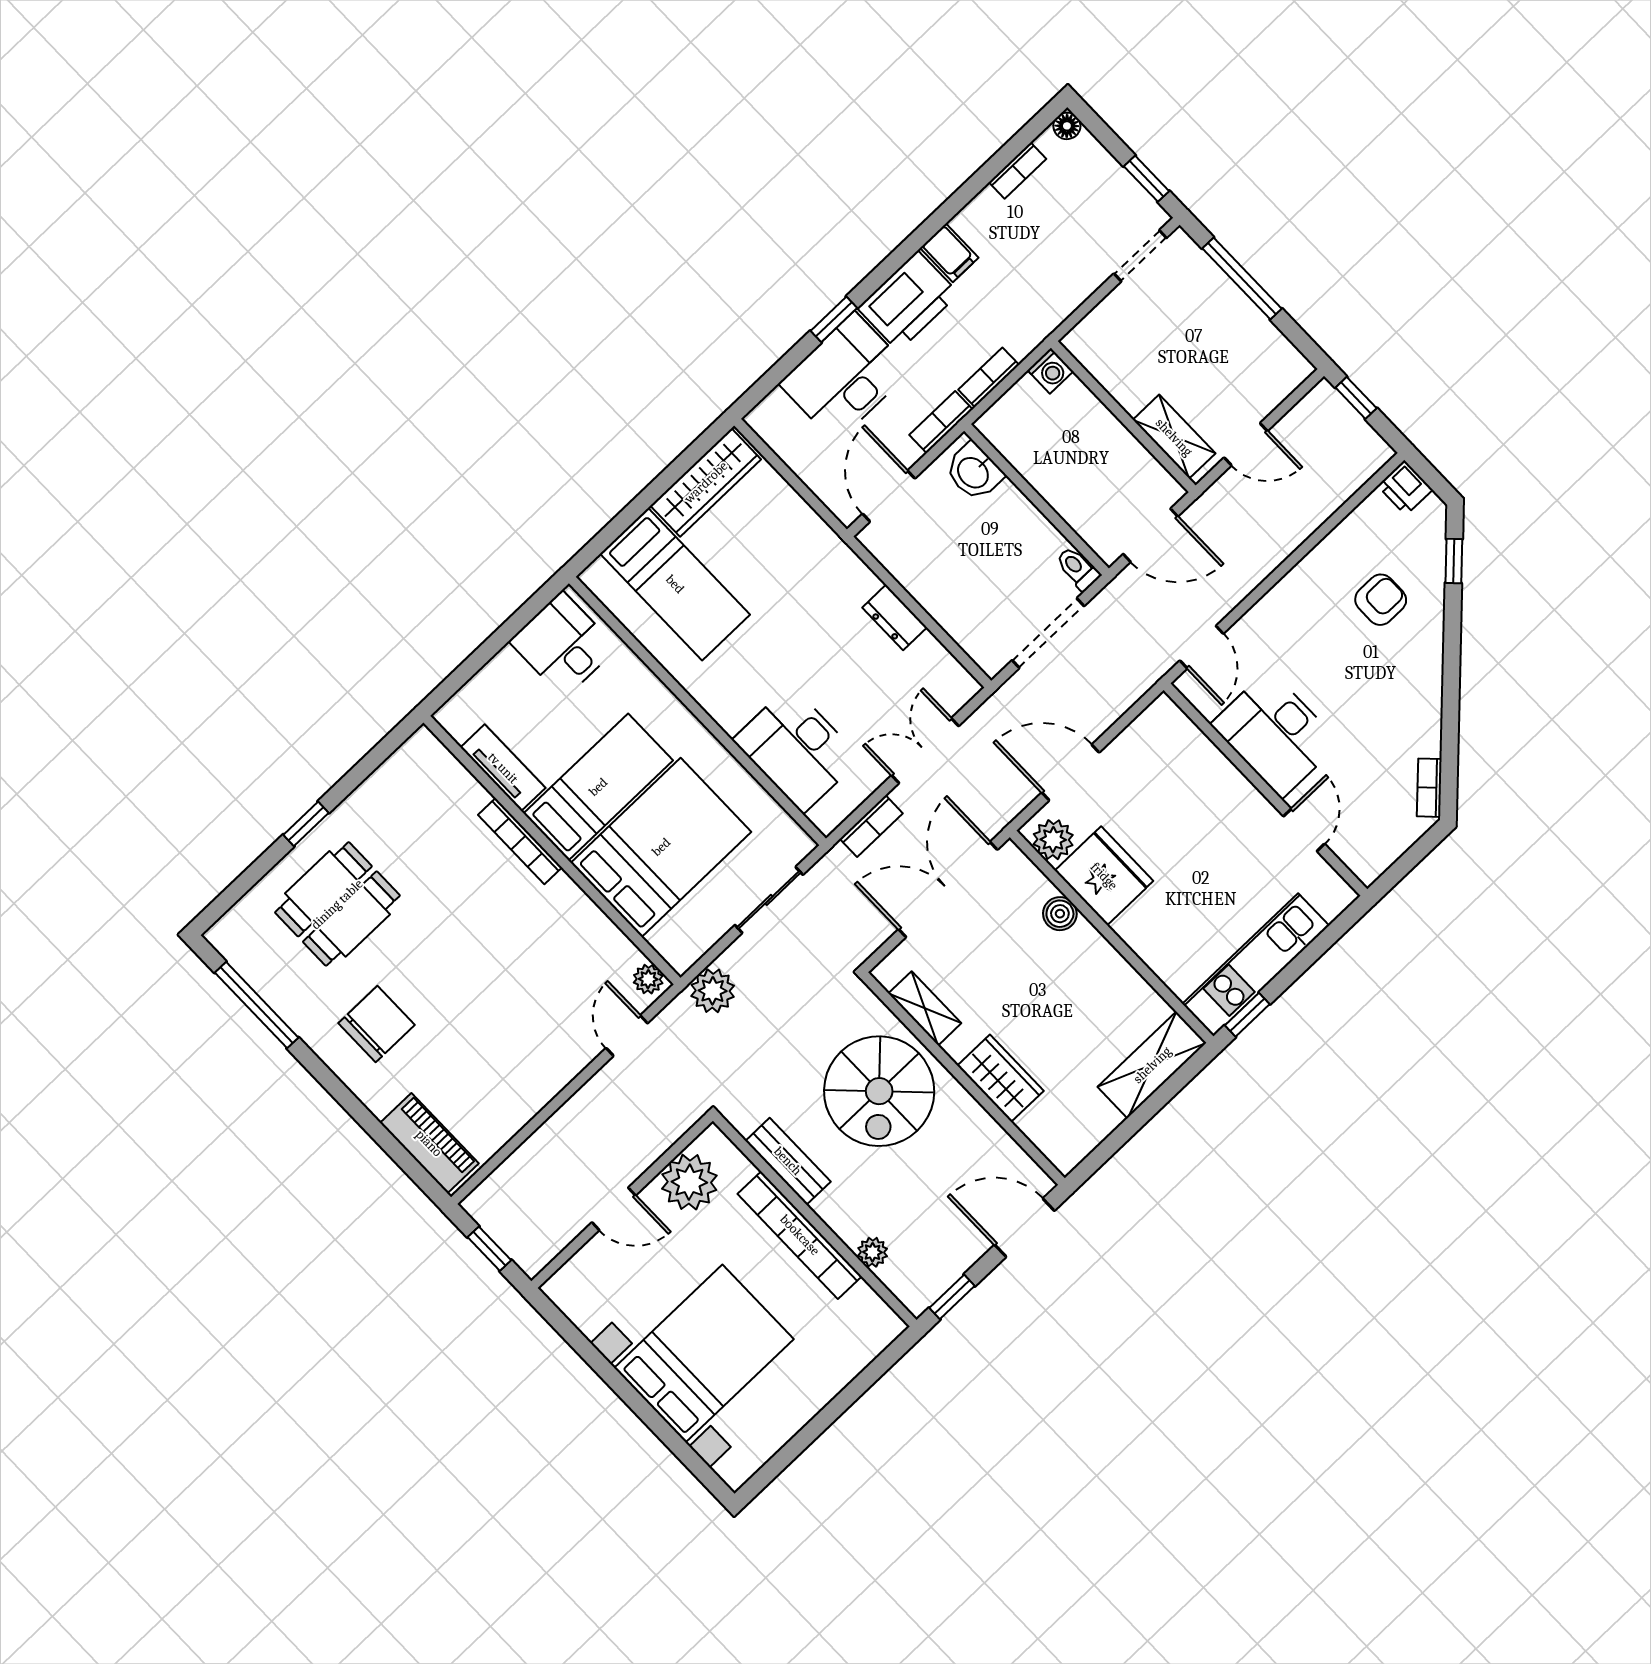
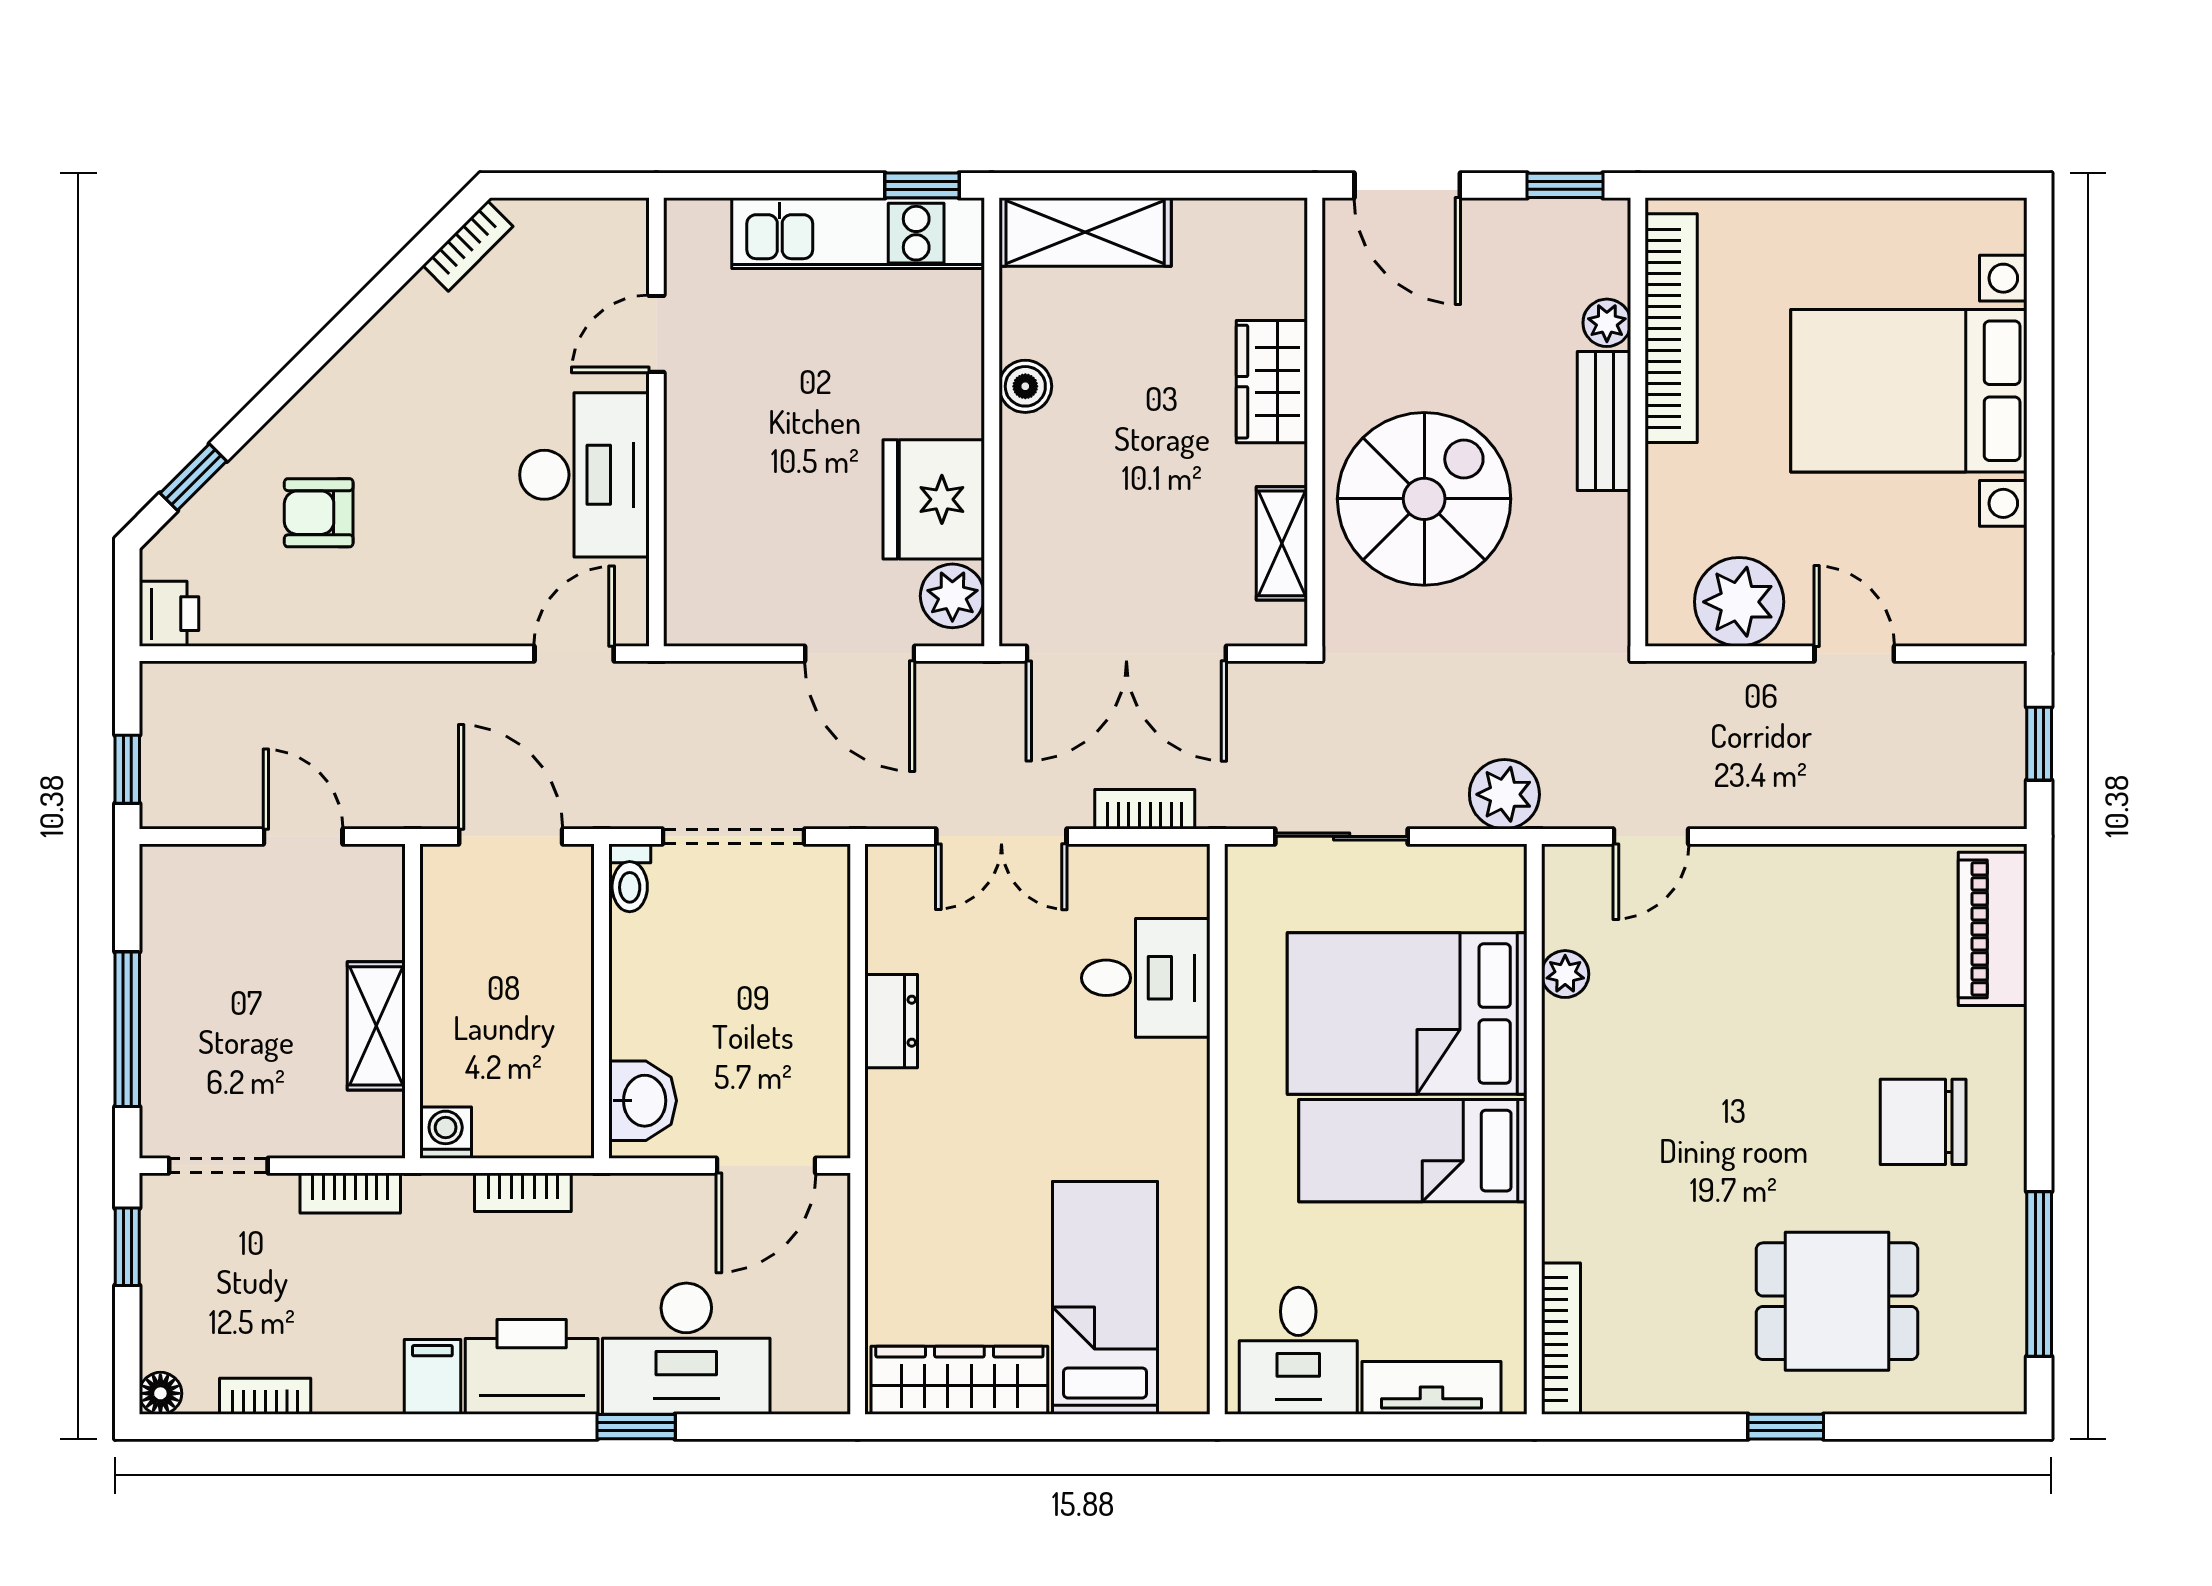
bookcase: (941, 422) -> (350, 1193), moved
shelving: (1174, 437) -> (376, 1026), moved
desk: (797, 749) -> (1146, 978), width x0.73
tv unit: (503, 768) -> (1432, 1388), moved, turned 90
bookcase: (520, 841) -> (1561, 1339), moved
boiler: (1060, 914) -> (1025, 386), moved
plant: (648, 979) -> (1565, 974), moved
bench: (788, 1161) -> (1604, 421), moved
bookcase: (800, 1235) -> (1671, 328), moved

